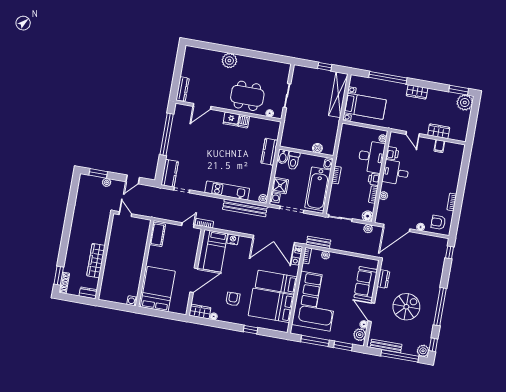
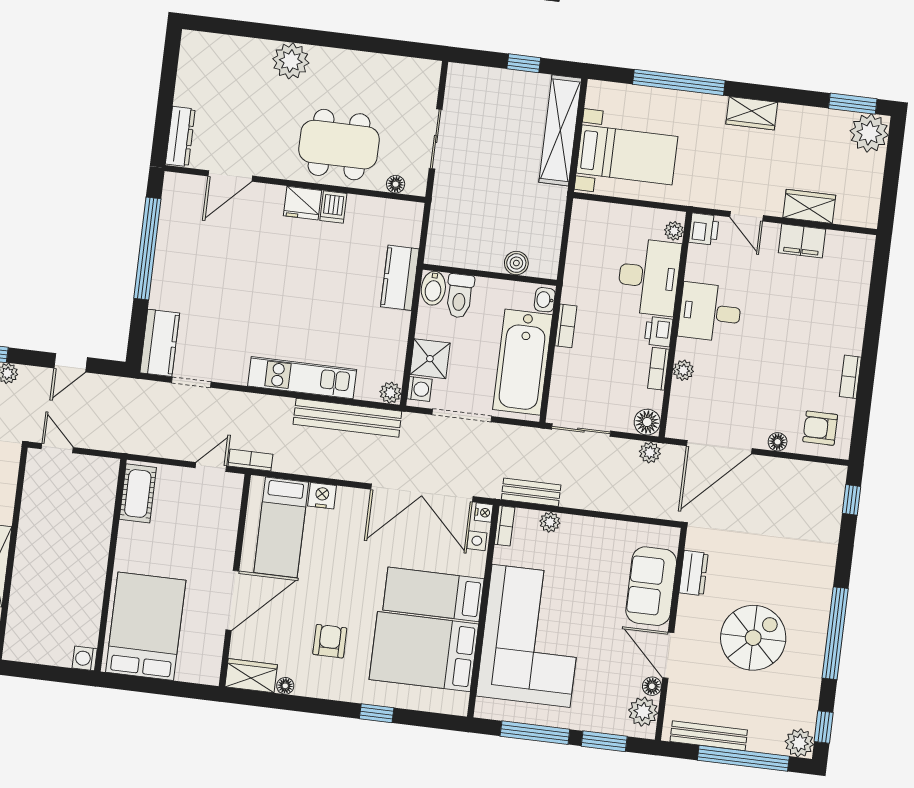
filing cabinet: (439, 146) -> (802, 241), width x2.00
printer: (392, 153) -> (704, 229), moved

